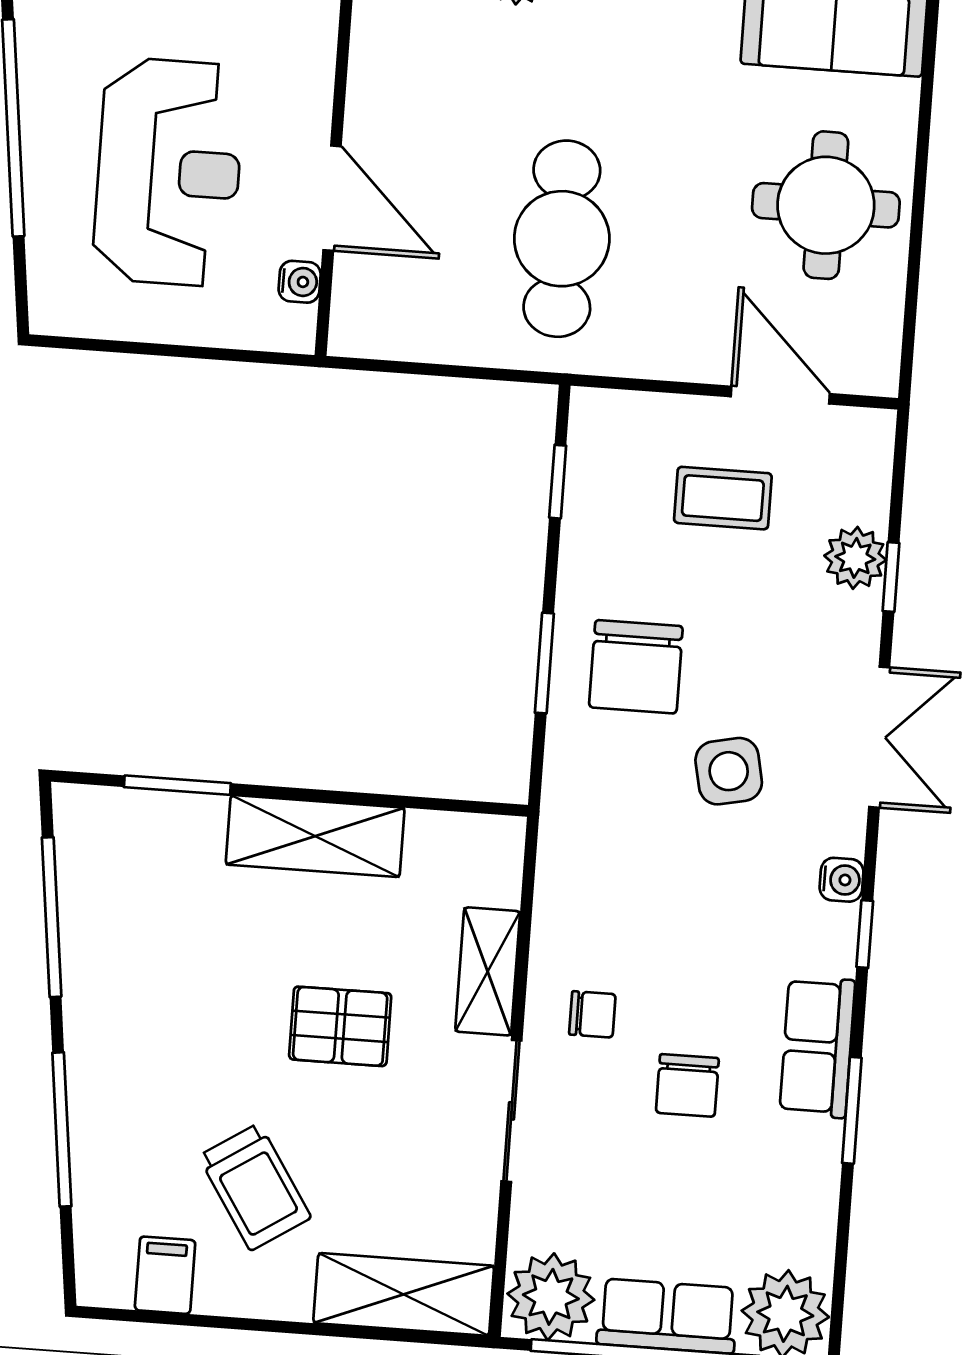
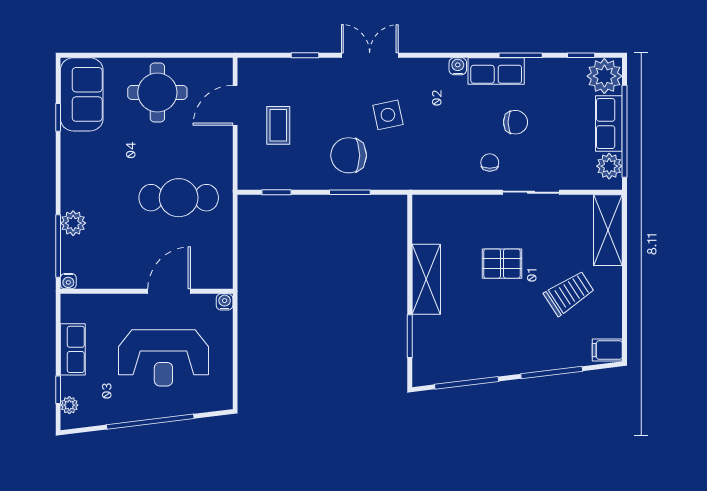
reception desk: (169, 172) -> (163, 358), turned 180
water cooler: (300, 282) -> (225, 302), moved
plant: (855, 558) -> (298, 70), removed
chair: (636, 667) -> (349, 155), turned 180
water cooler: (842, 880) -> (458, 66), moved
window: (865, 934) -> (581, 55), moved
shelving: (488, 971) -> (476, 206), removed
pallet: (340, 1026) -> (502, 264), turned 90
filing cabinet: (165, 1275) -> (607, 350), moved
plant: (551, 1297) -> (609, 166), width x0.73, depth x0.73

